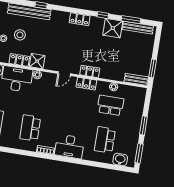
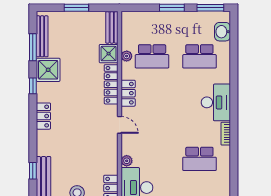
shower: (37, 61) -> (109, 54), moved
window: (153, 68) -> (76, 8), moved
locker: (90, 71) -> (111, 84), width x1.53
school desk: (110, 105) -> (152, 56), turned -90

